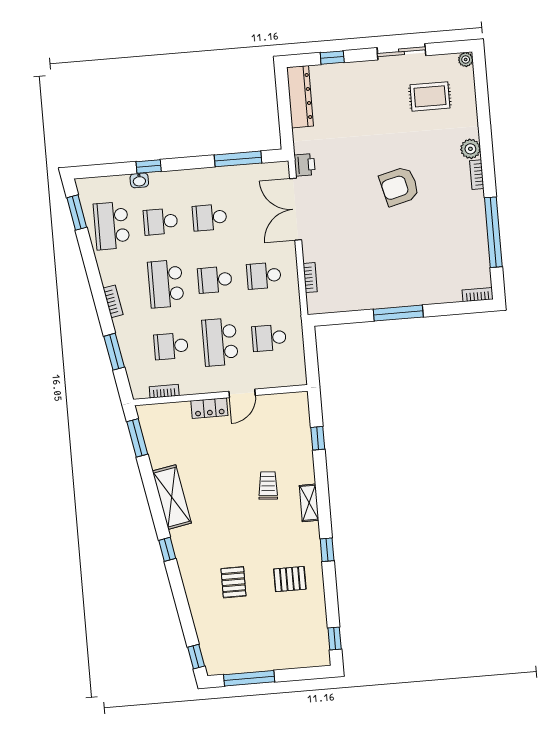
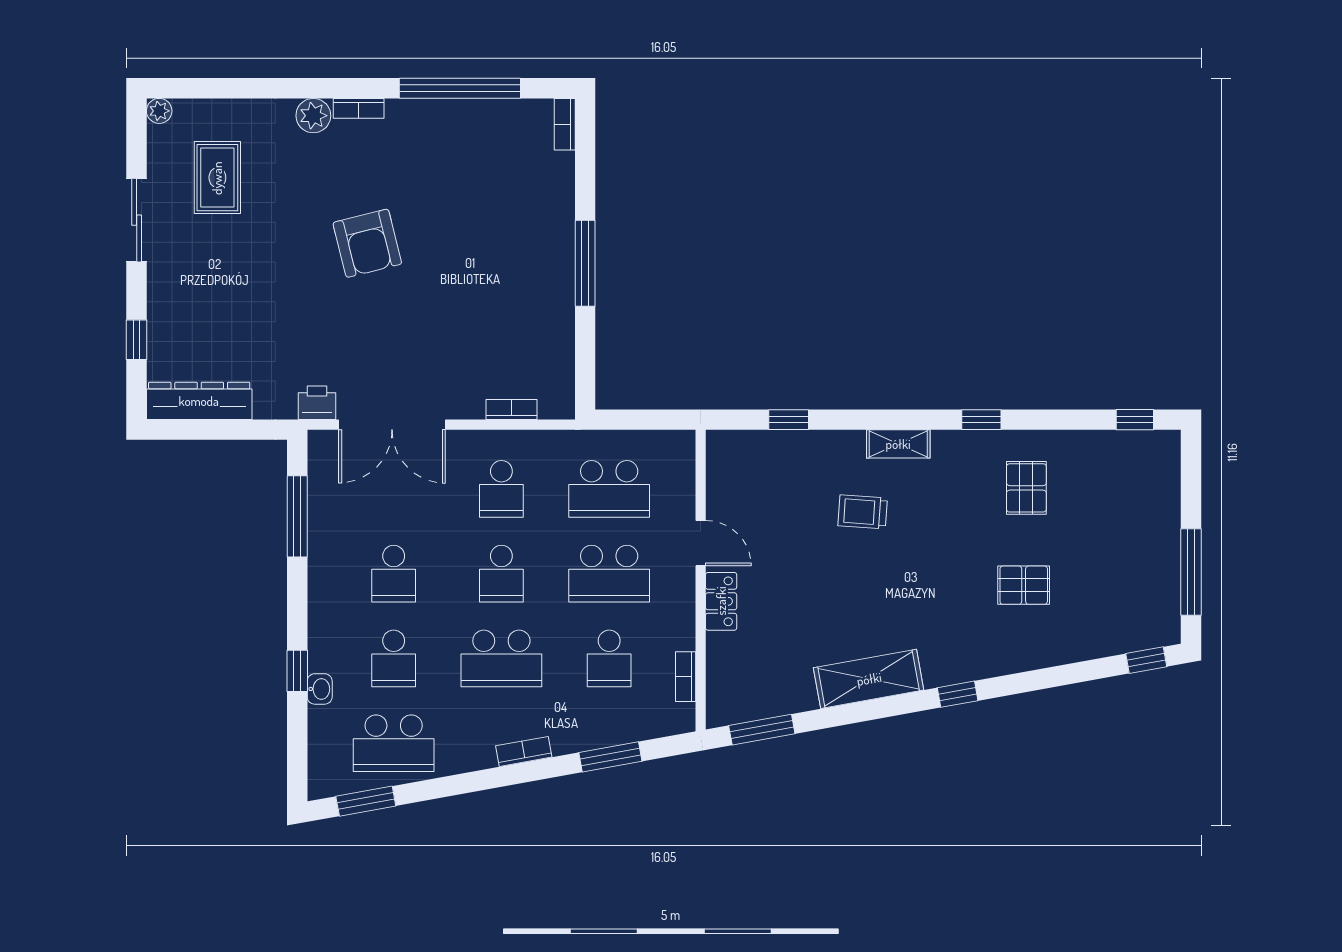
school desk: (269, 338) -> (609, 489), width x1.85

